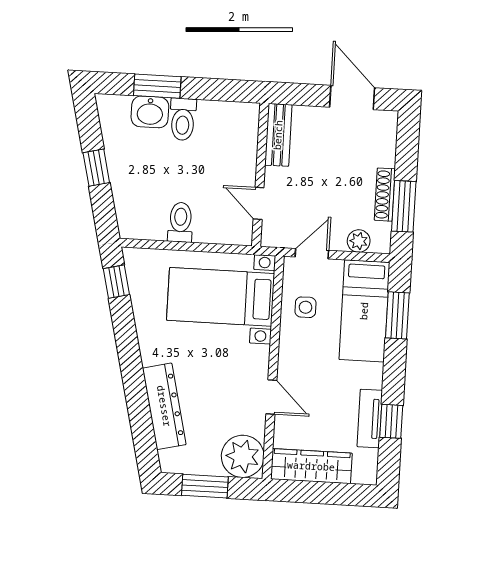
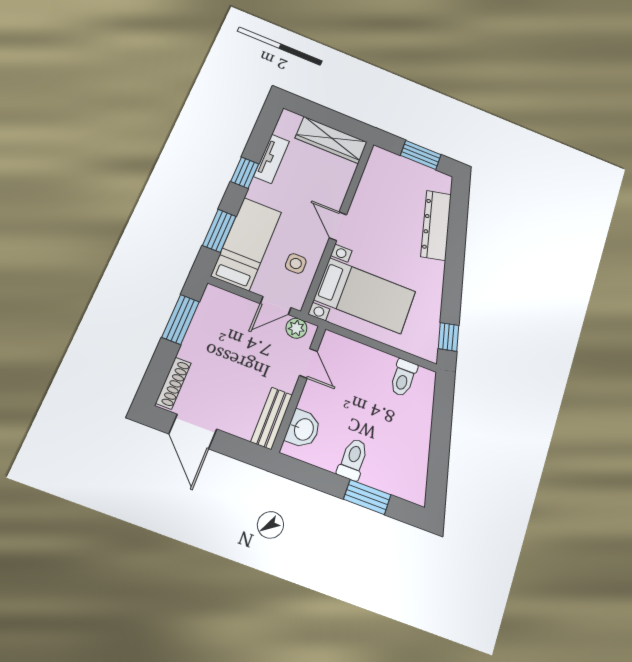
washbasin: (150, 112) -> (303, 429), moved, turned 90
window: (96, 168) -> (440, 440), removed
shoe rack: (385, 195) -> (173, 383), moved
toilet: (180, 222) -> (403, 378), moved
plant: (359, 241) -> (296, 328), moved
door: (271, 397) -> (338, 226), moved
window: (391, 421) -> (245, 173), moved
plant: (243, 456) -> (384, 166), removed

